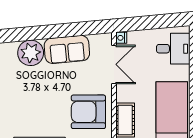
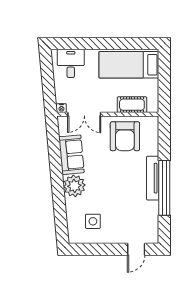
double door: (114, 64) -> (84, 114), swing flipped

